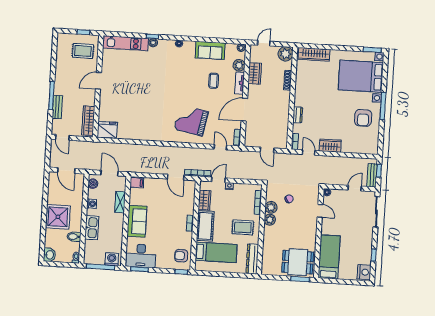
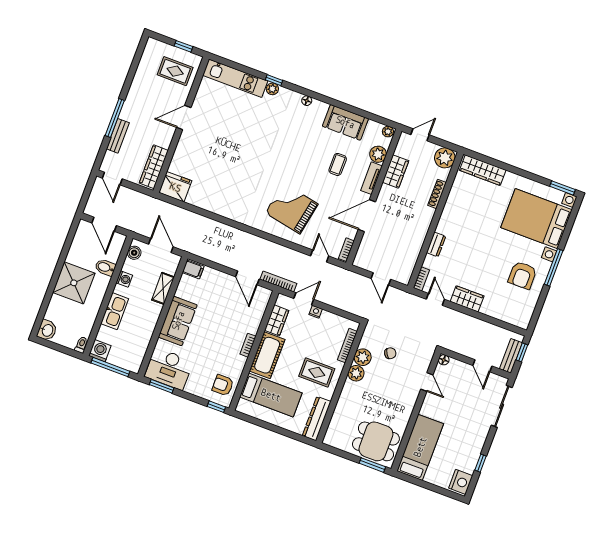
door: (355, 188) -> (482, 366), swing flipped
bidet: (74, 237) -> (105, 267), moved
washing machine: (112, 259) -> (100, 351), moved

